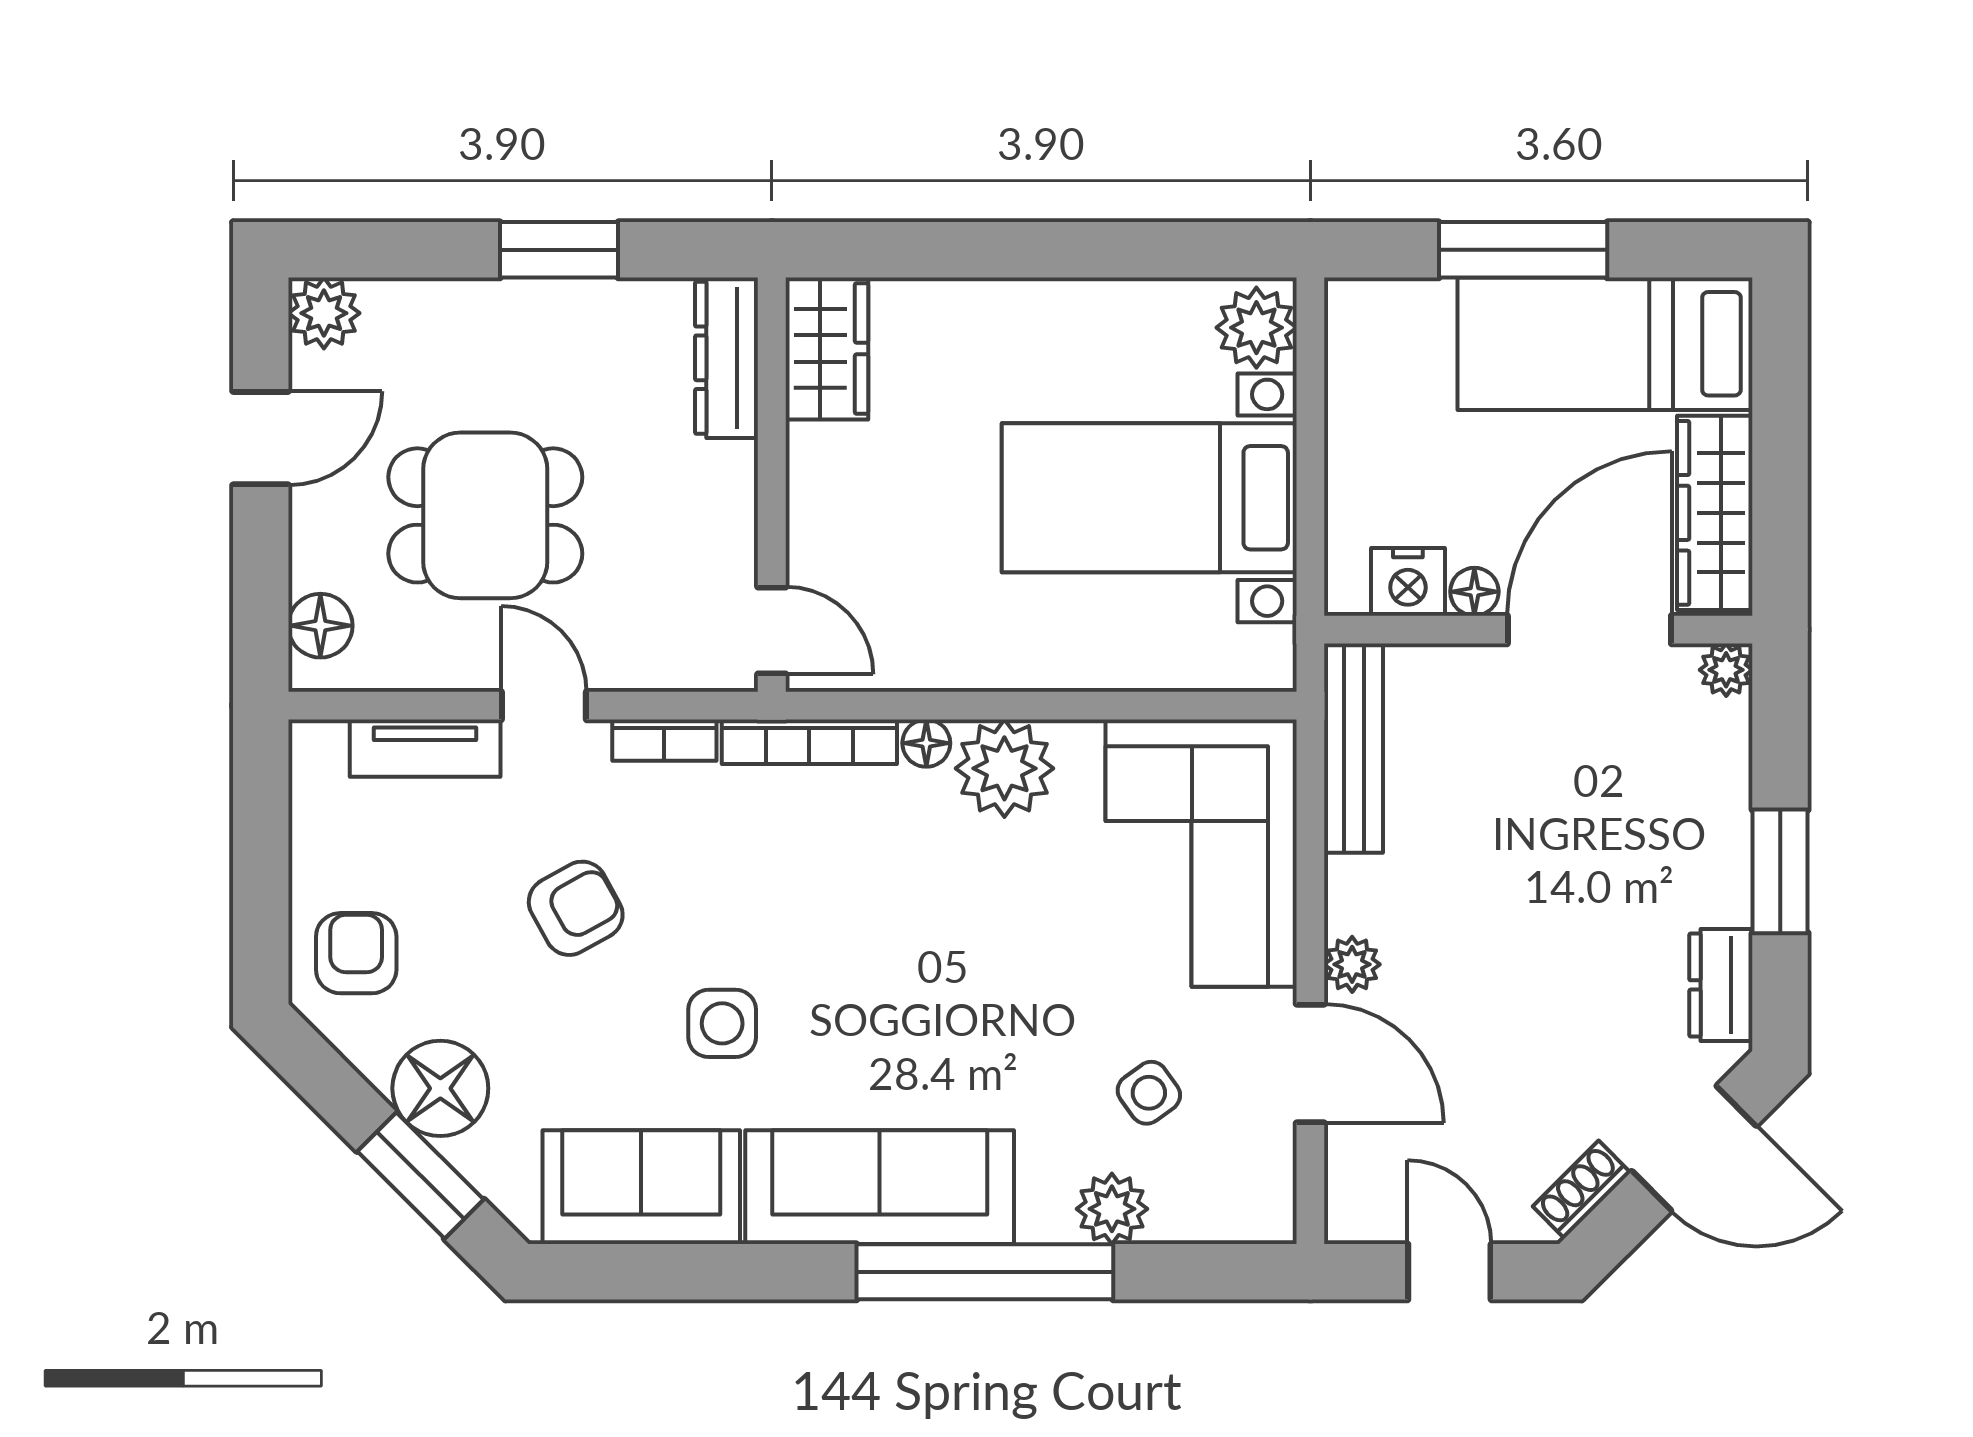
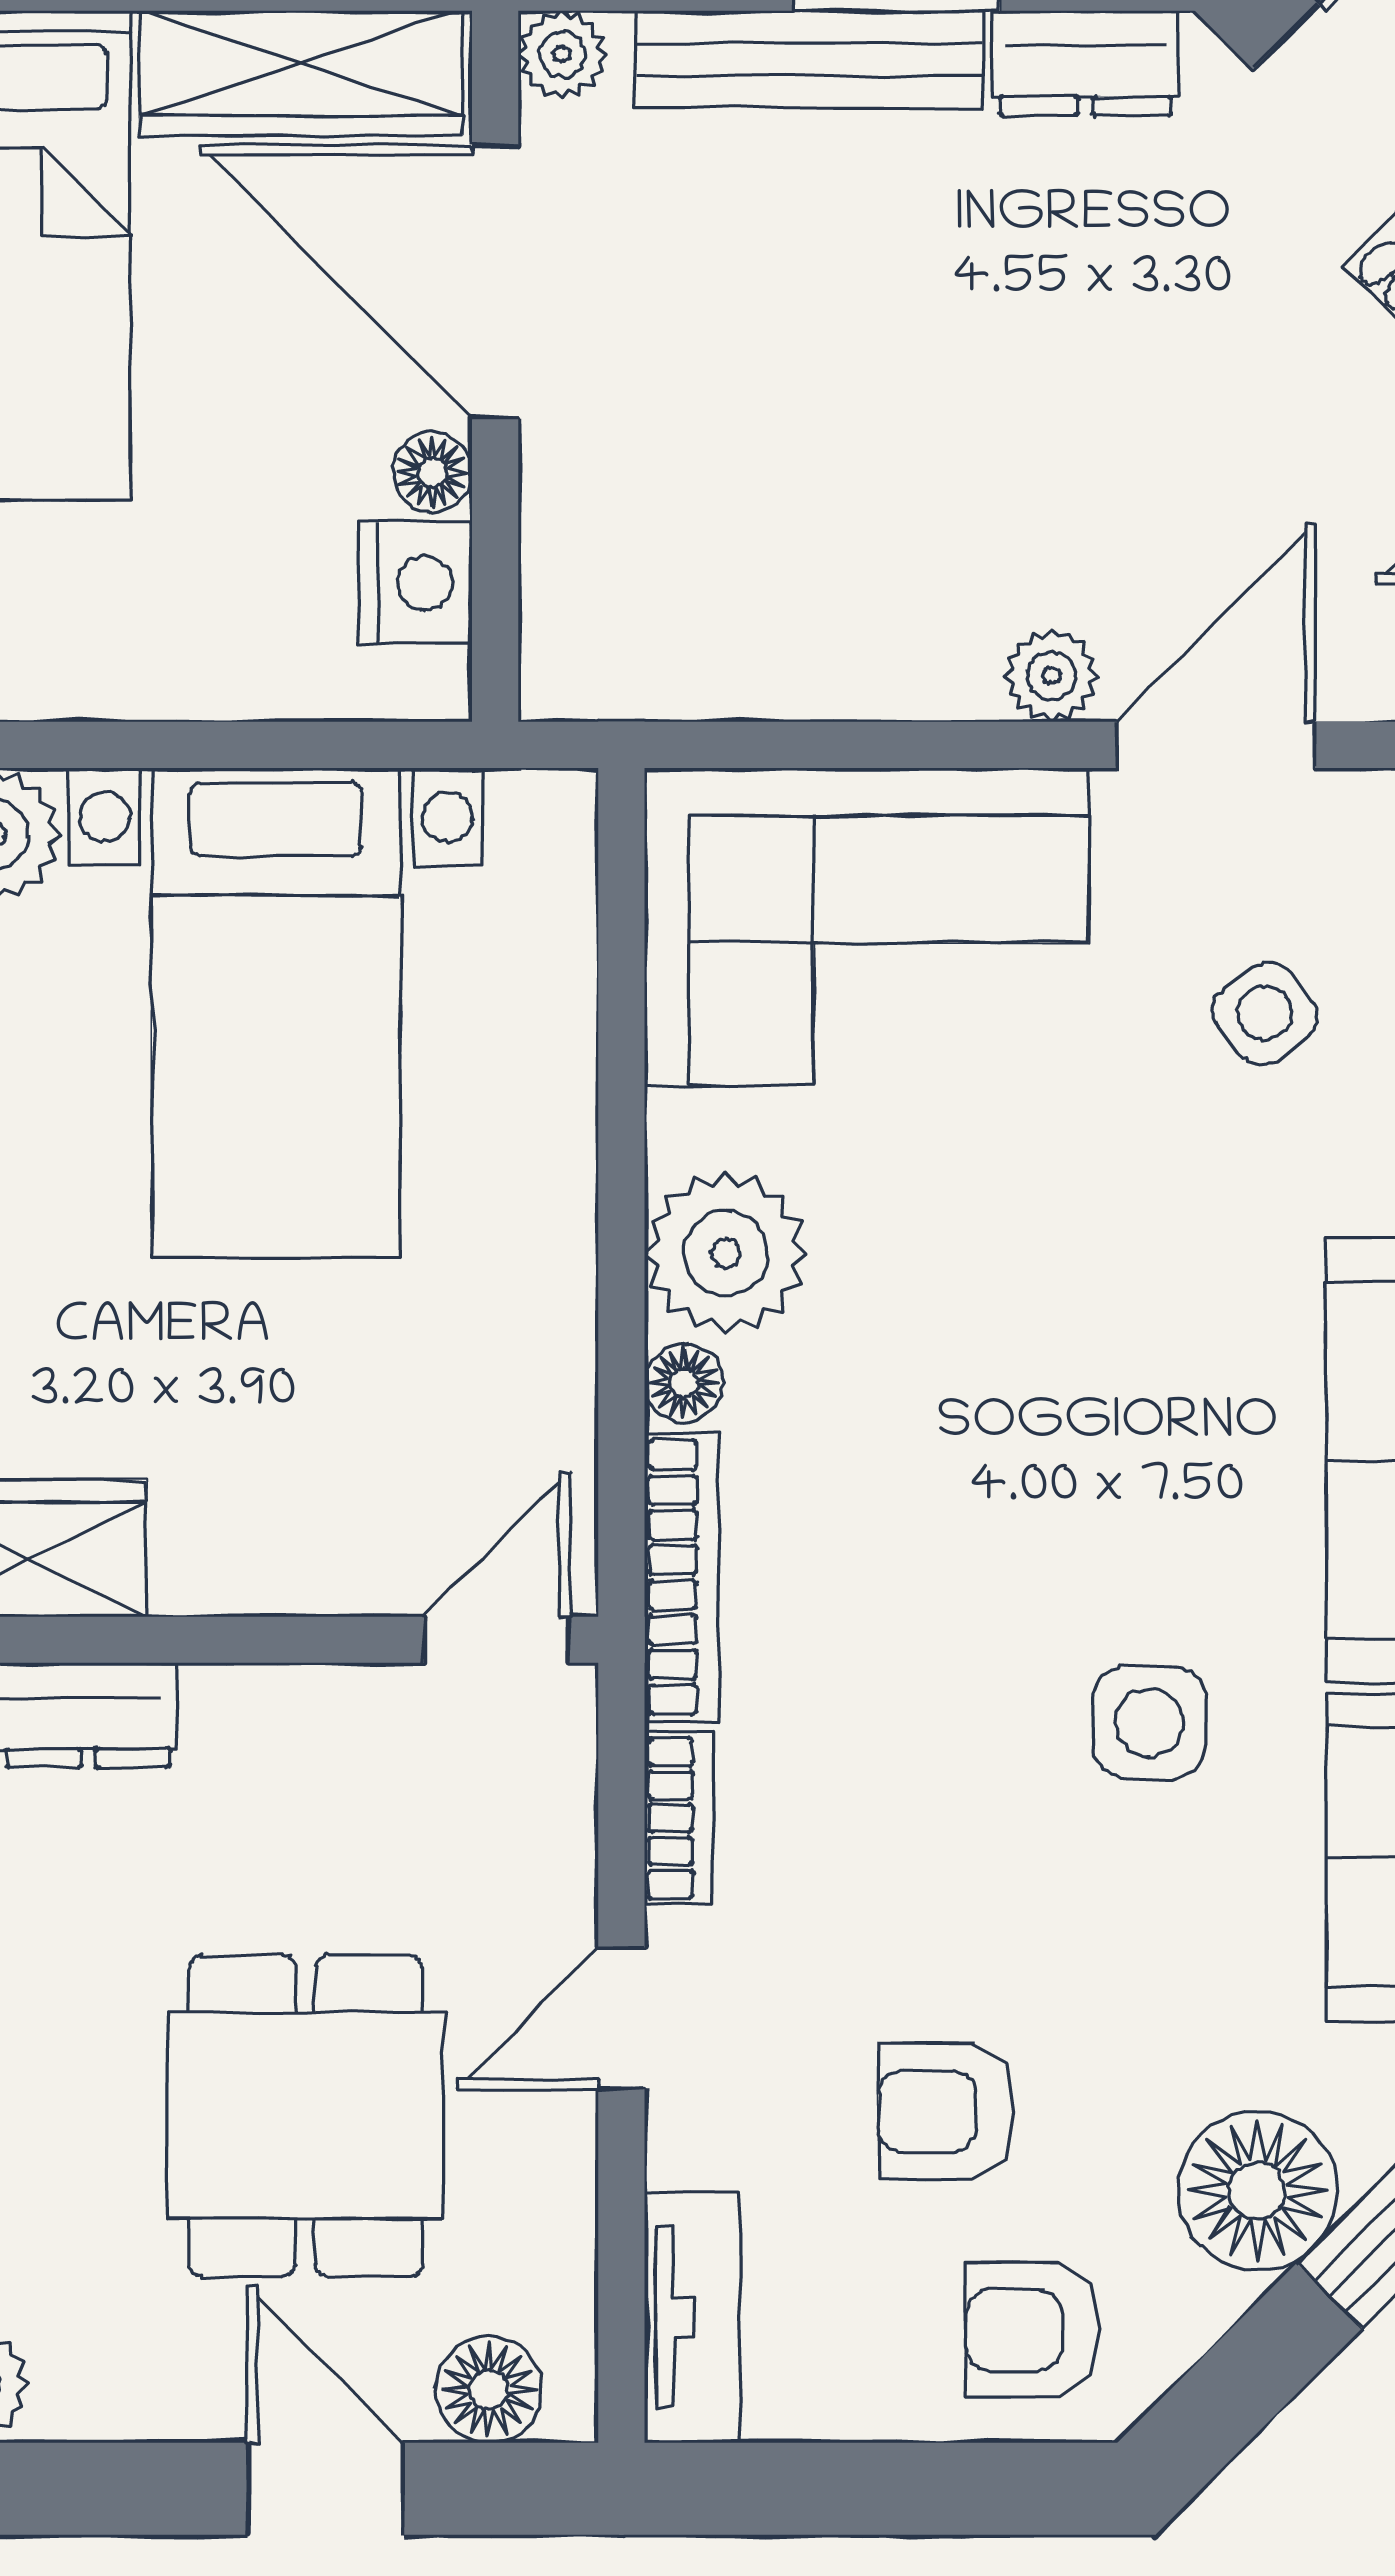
door: (261, 438) -> (325, 2489), moved
tv unit: (425, 748) -> (692, 2318), moved
bench: (1354, 748) -> (809, 59), moved
armchair: (576, 908) -> (946, 2111), moved, turned -61

